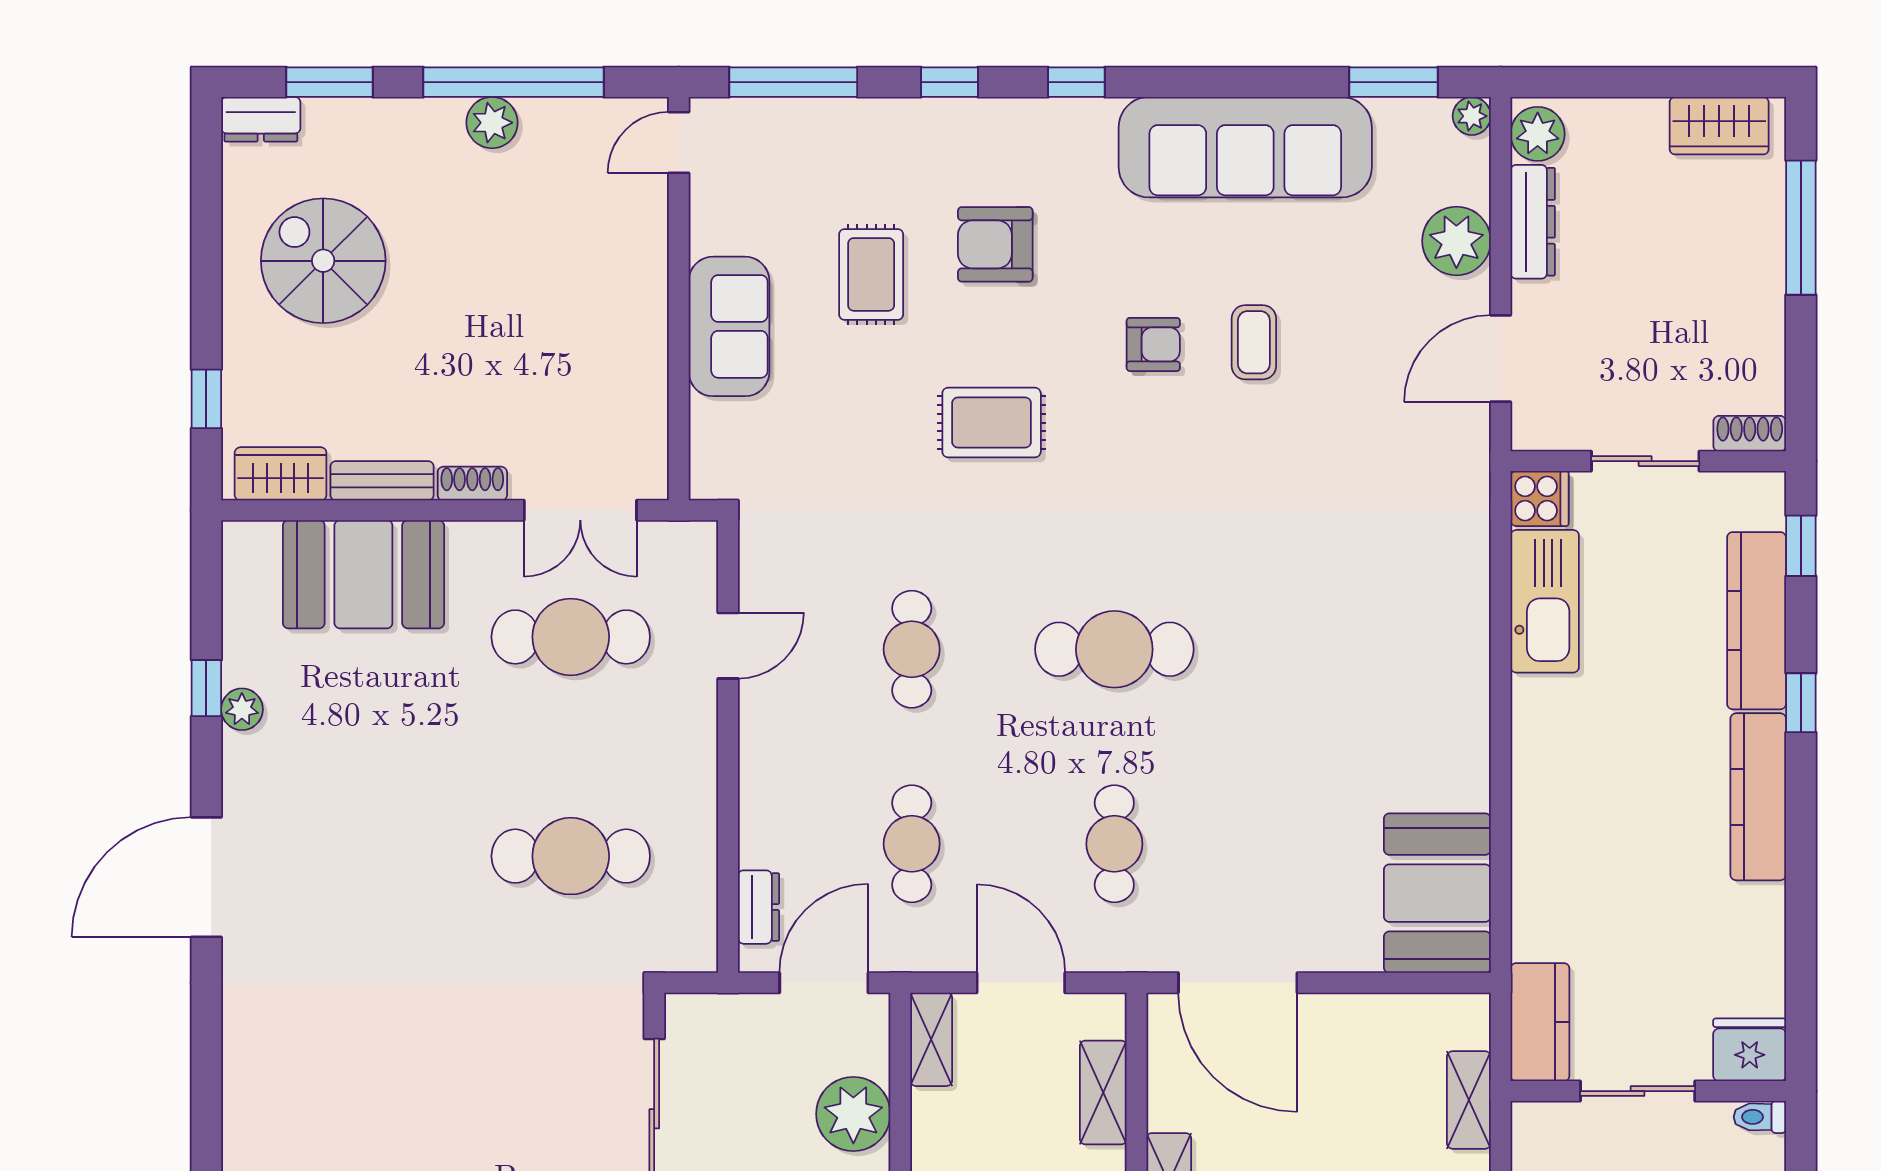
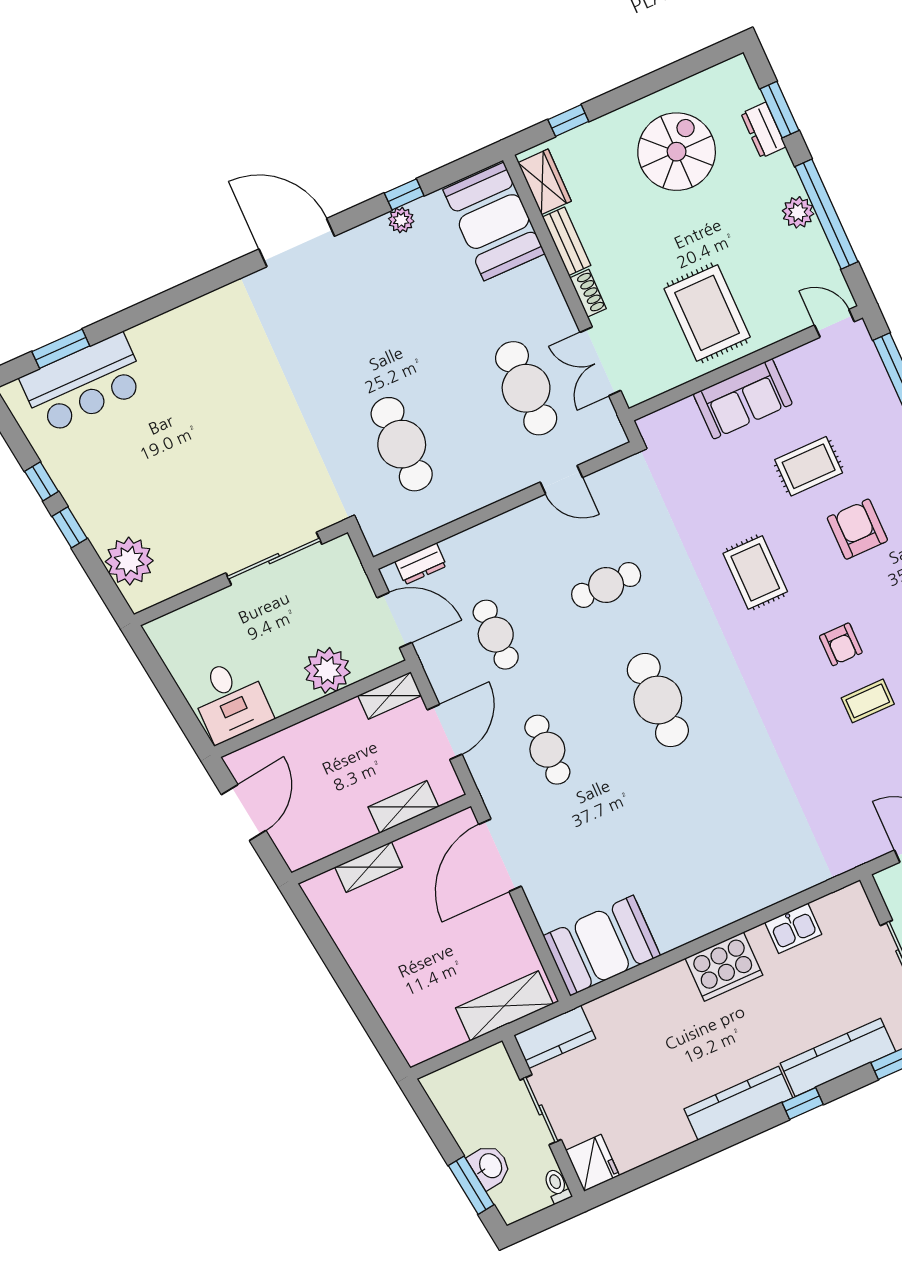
dresser: (261, 119) -> (763, 130), moved
rug: (580, 322) -> (707, 313), added
cooker: (1540, 498) -> (724, 967), moved, width x1.87, depth x1.31
booth: (363, 574) -> (494, 222), moved
kitchen sink: (1545, 601) -> (793, 928), width x0.53, depth x0.81
cafe table: (912, 844) -> (496, 635), turned 90
cafe table: (1114, 844) -> (547, 750), turned 90
shelving: (1469, 1100) -> (504, 1006), width x1.50, depth x1.33

